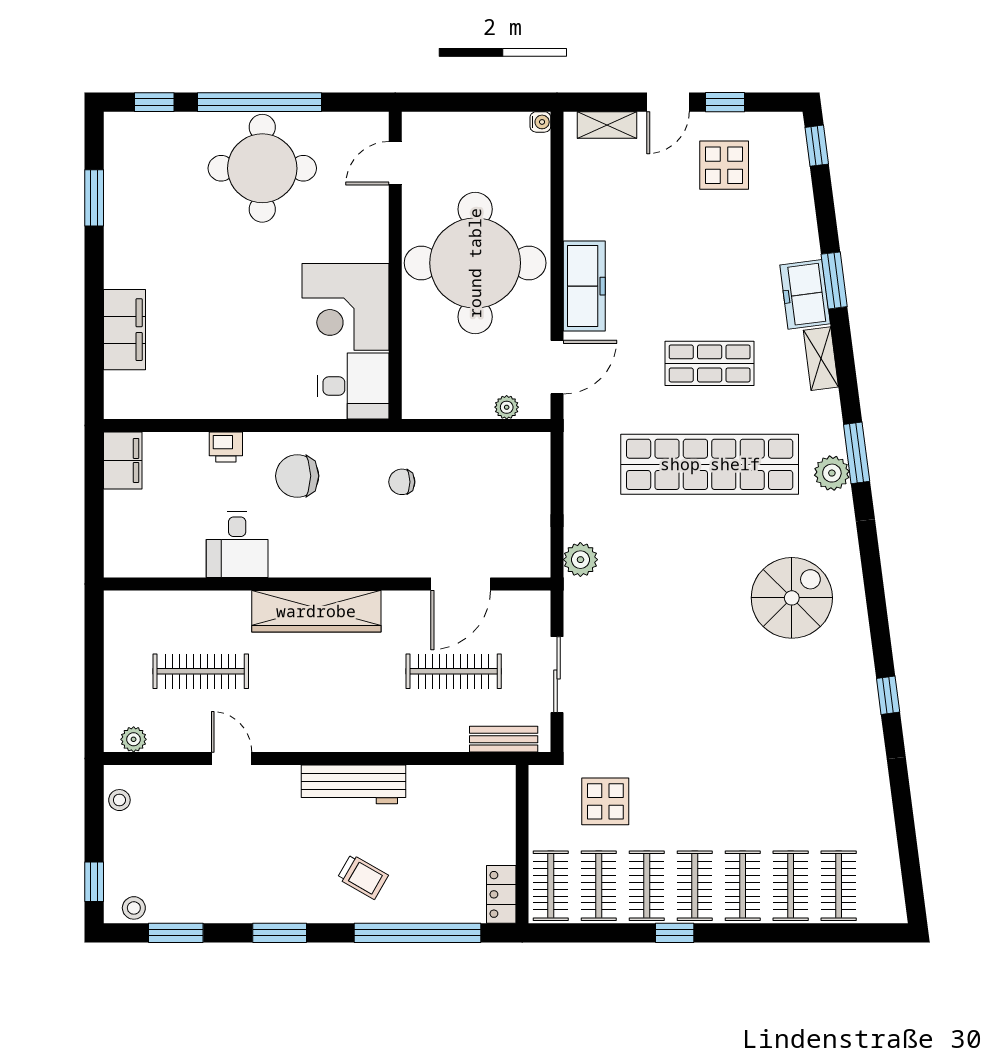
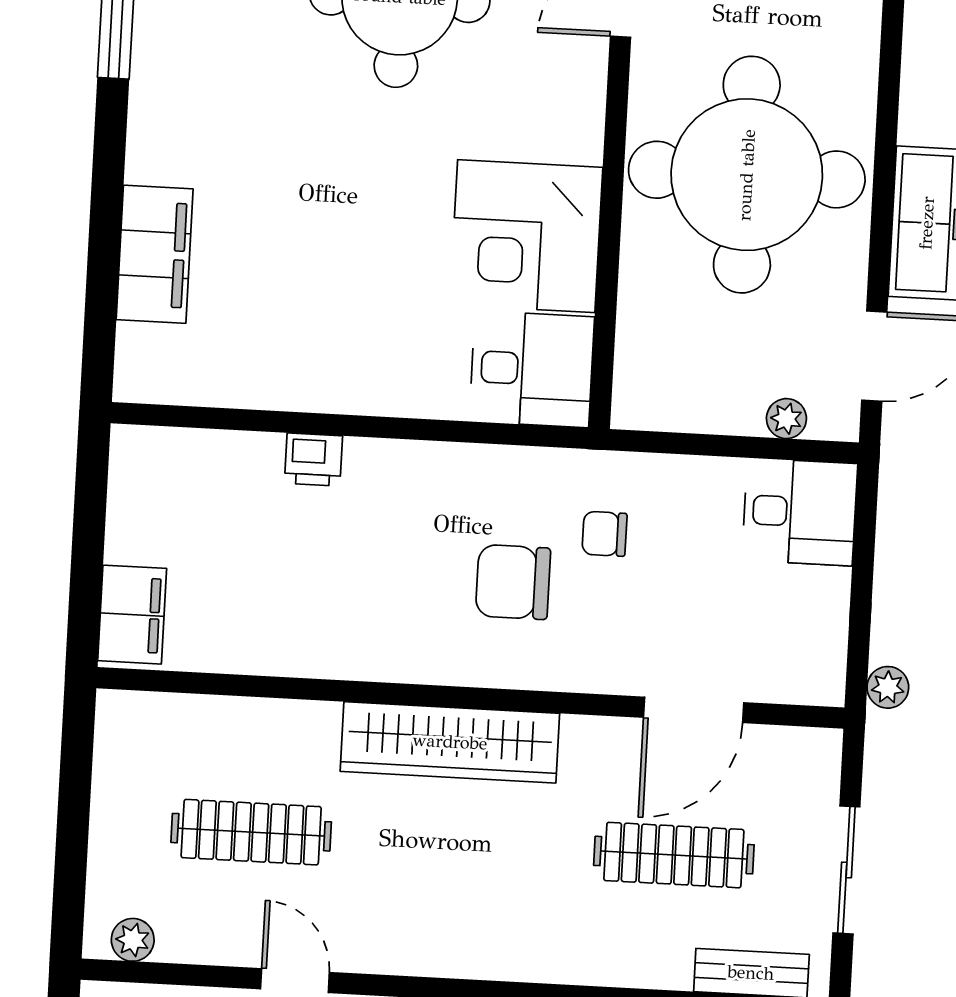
filing cabinet: (123, 460) -> (132, 615), moved
chair: (297, 476) -> (513, 582), moved
desk: (237, 545) -> (800, 512), moved, turned -90
plant: (580, 560) -> (888, 687), width x0.73, depth x0.73

